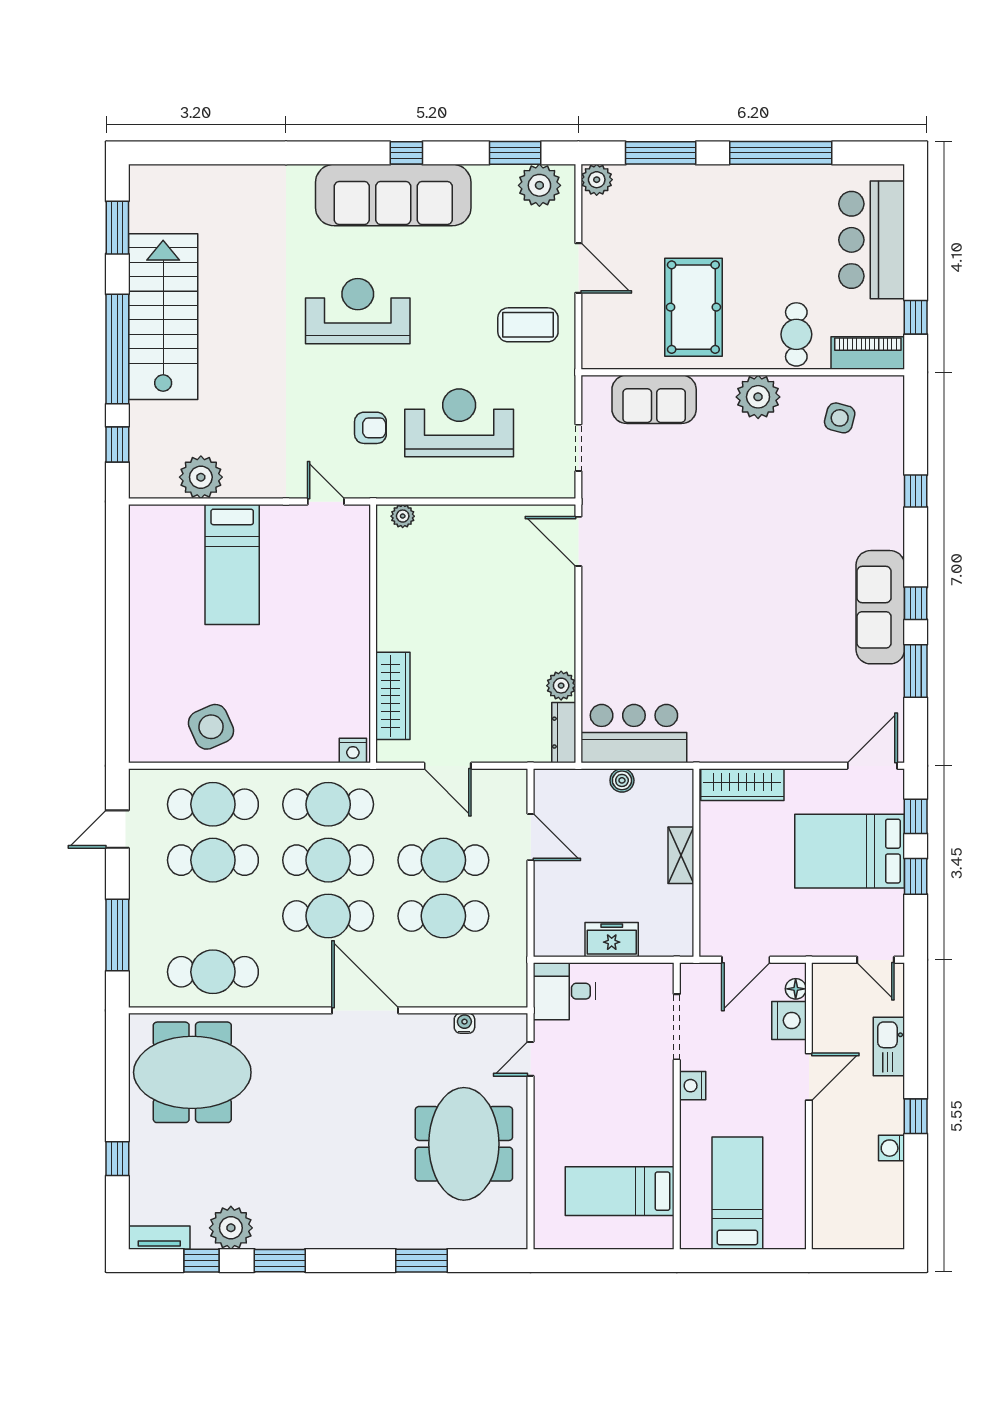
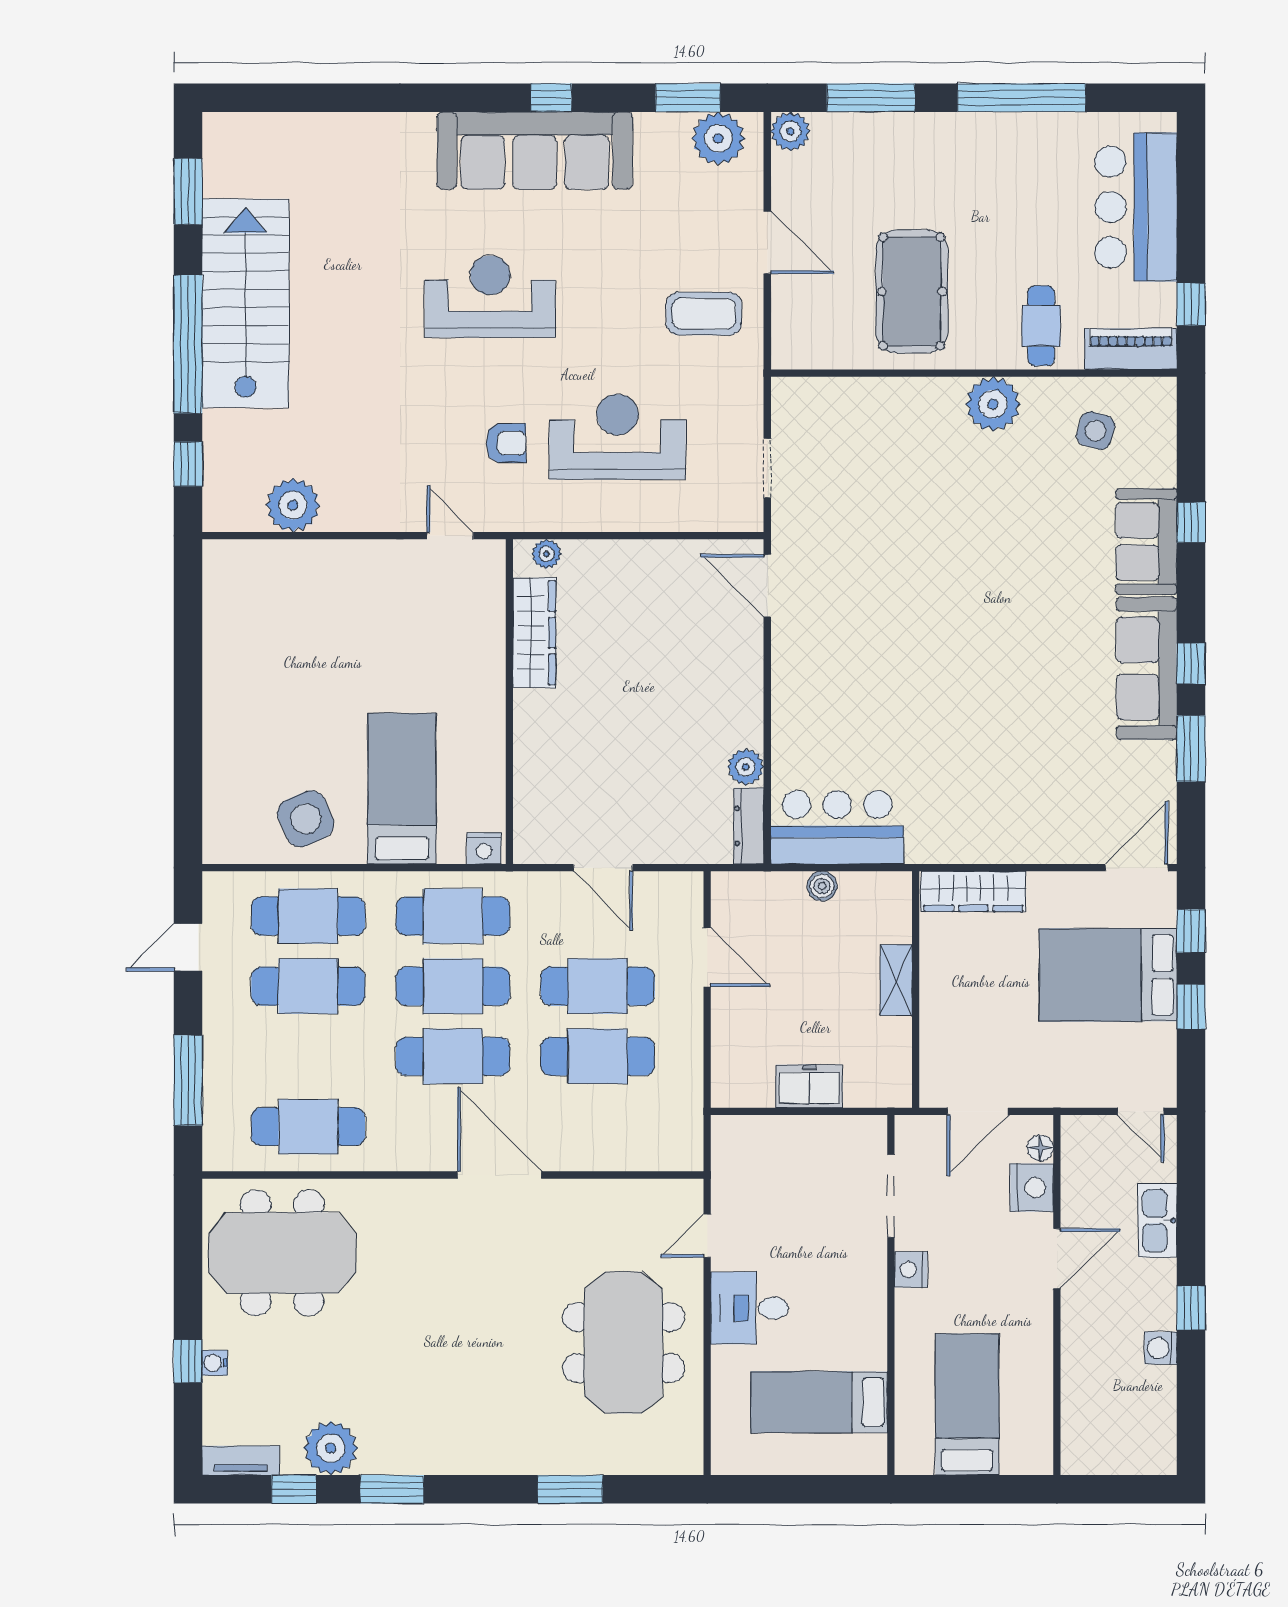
sofa: (654, 399) -> (1146, 542), moved, turned 90
bed: (232, 564) -> (402, 789), moved, turned 180
wardrobe: (393, 696) -> (534, 633), moved
desk: (564, 991) -> (750, 1308), moved
water cooler: (464, 1023) -> (215, 1363), moved, turned -90

